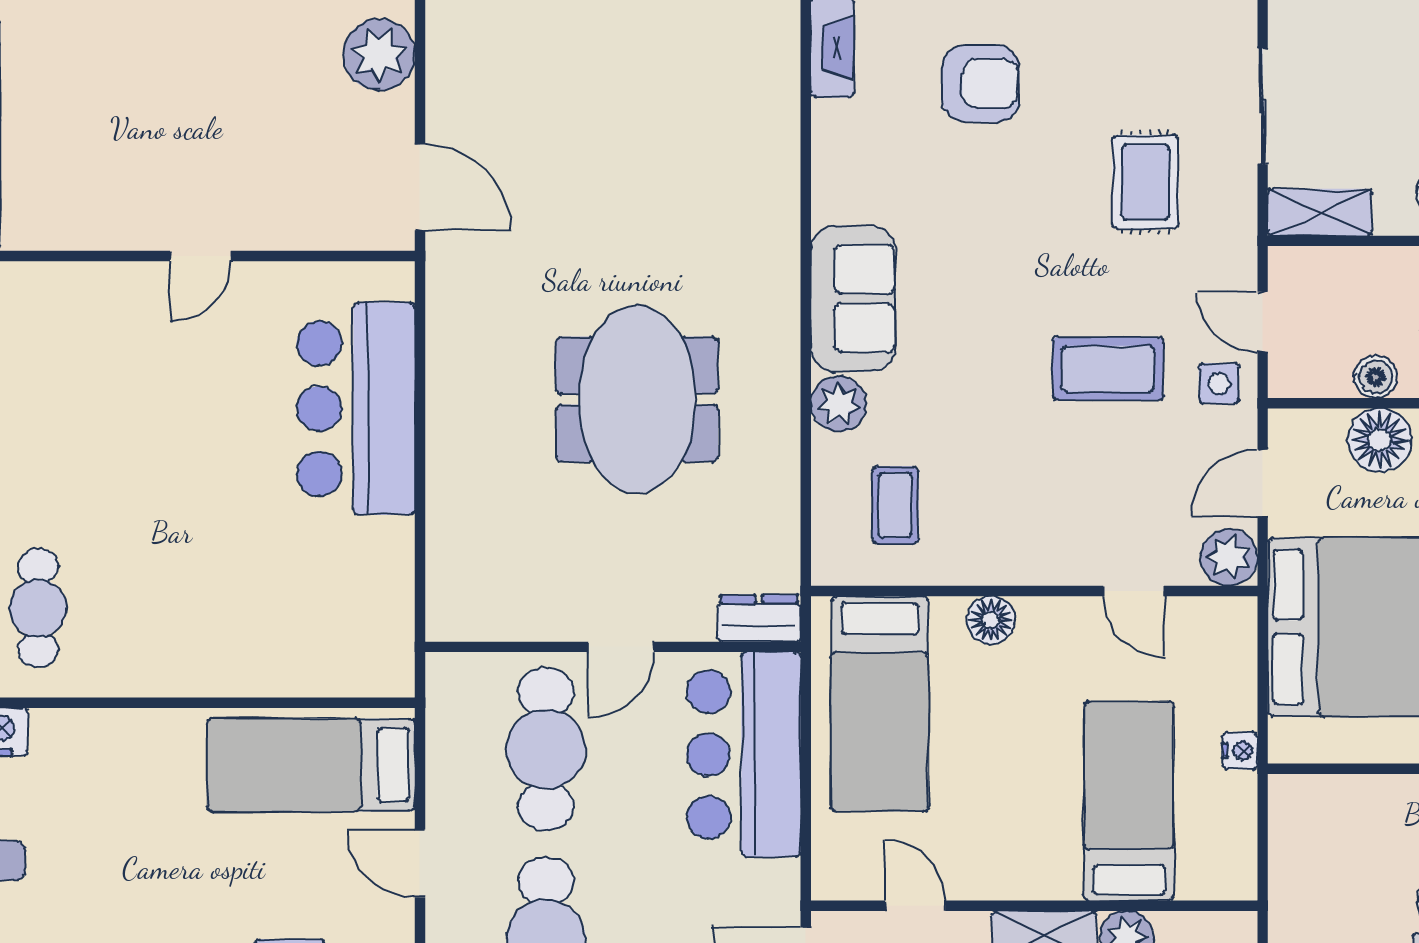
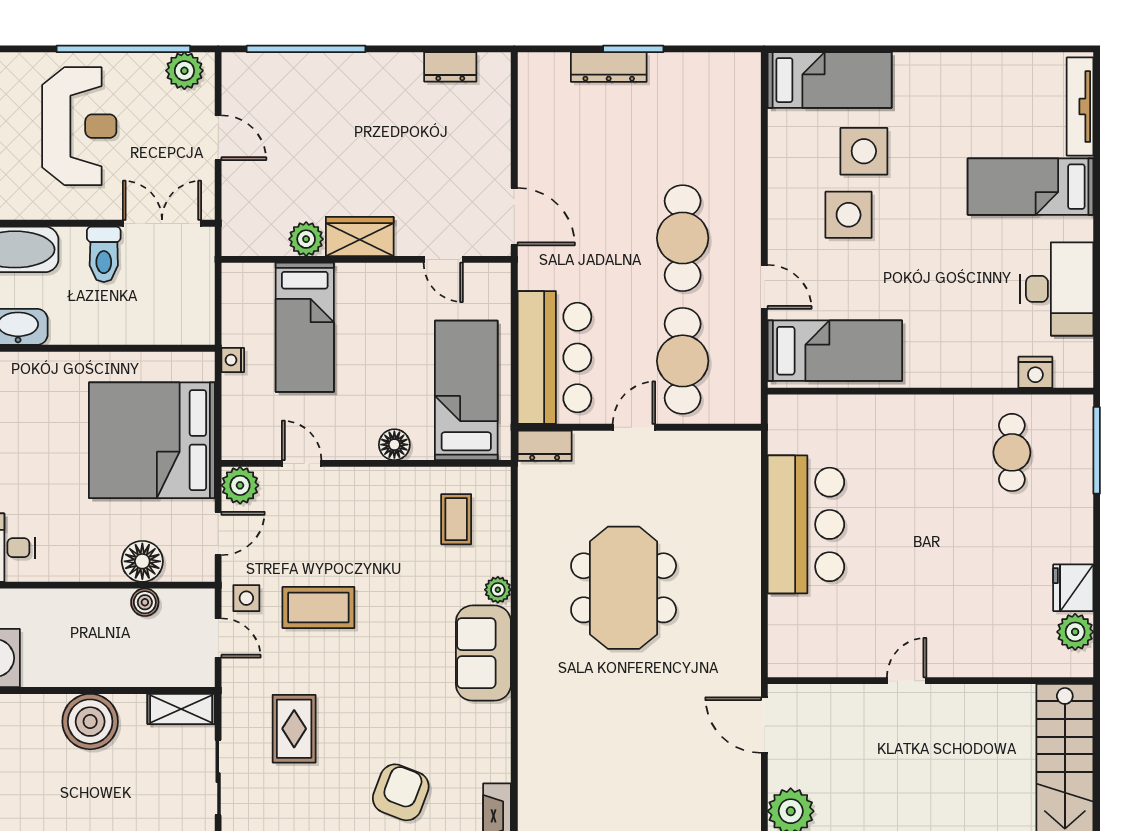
armchair: (981, 84) -> (401, 792), turned 111
plant: (839, 404) -> (498, 590), width x0.73, depth x0.73
bar counter: (356, 409) -> (806, 524), moved

